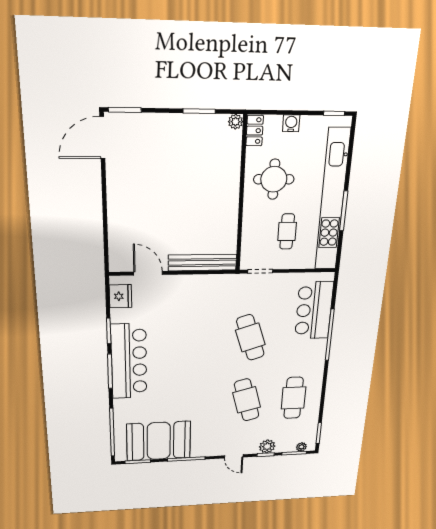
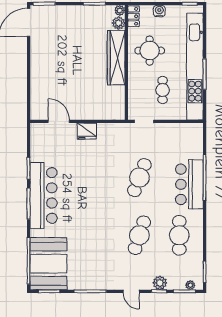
plant: (233, 140) -> (119, 23), added
wardrobe: (228, 189) -> (116, 58), added
bench: (203, 263) -> (99, 114), removed
fridge: (120, 296) -> (87, 131), moved, turned 90
bar counter: (314, 310) -> (189, 184), moved
cafe table: (250, 337) -> (139, 178), turned 39
cafe table: (247, 400) -> (139, 235), turned 33
booth: (159, 441) -> (48, 264), moved, turned 90

